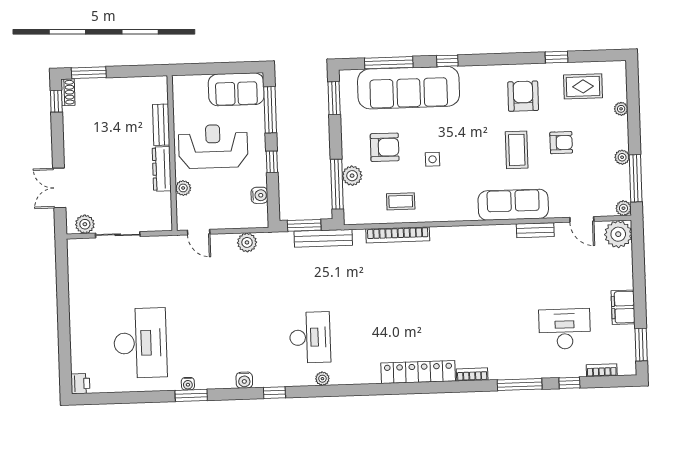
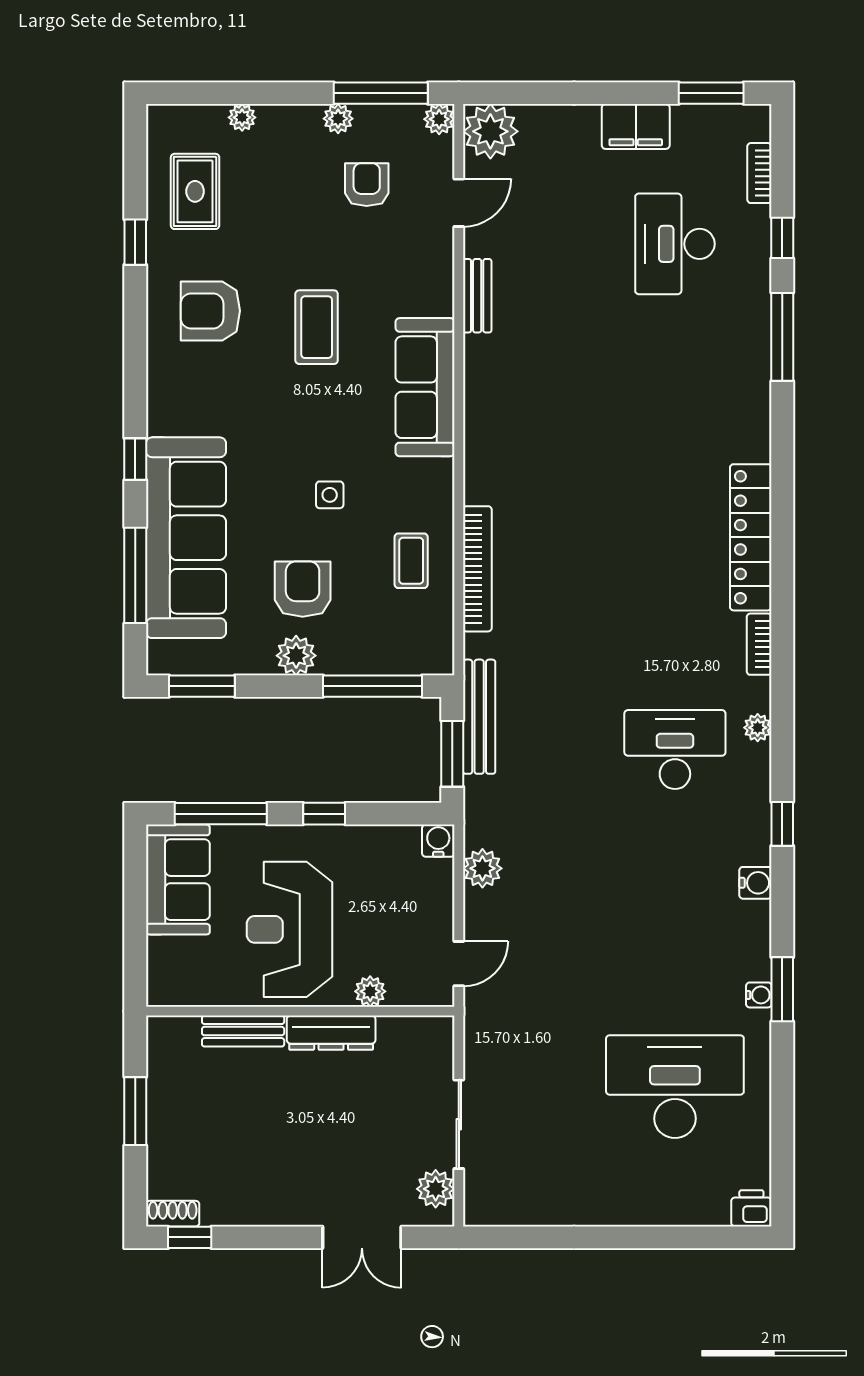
window: (89, 73) -> (135, 1111), moved
armchair: (561, 143) -> (367, 185), moved
coffee table: (517, 150) -> (317, 327), turned 90
plant: (352, 176) -> (296, 656), moved
water cooler: (259, 195) -> (438, 841), moved
sofa: (513, 205) -> (425, 387), moved
bookcase: (472, 374) -> (759, 644), moved

